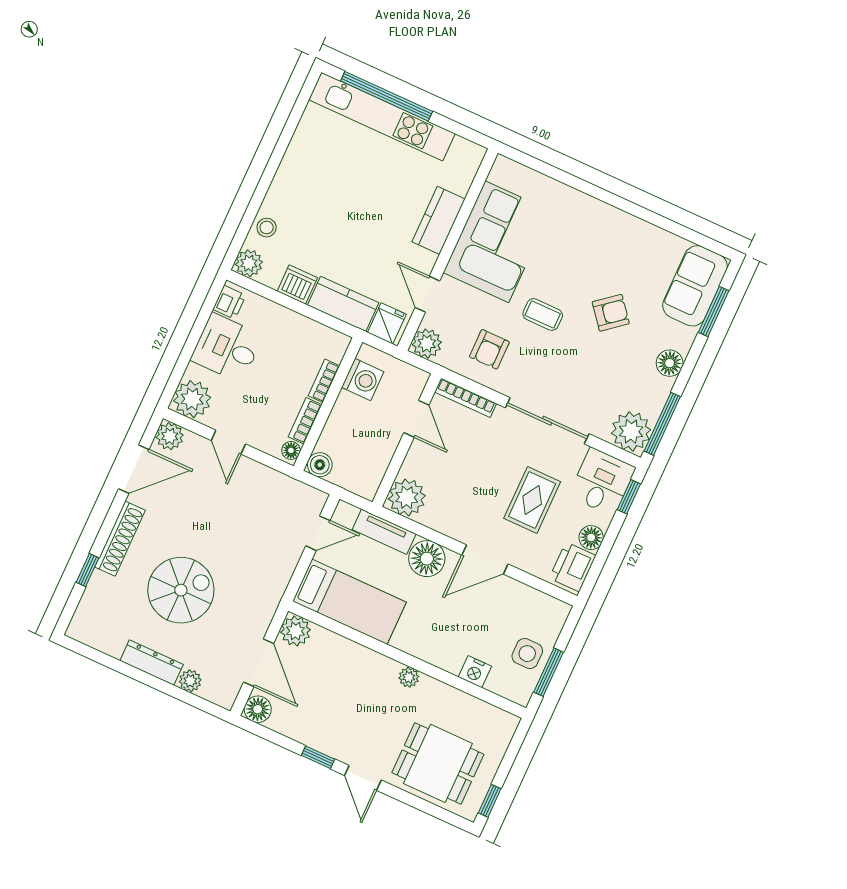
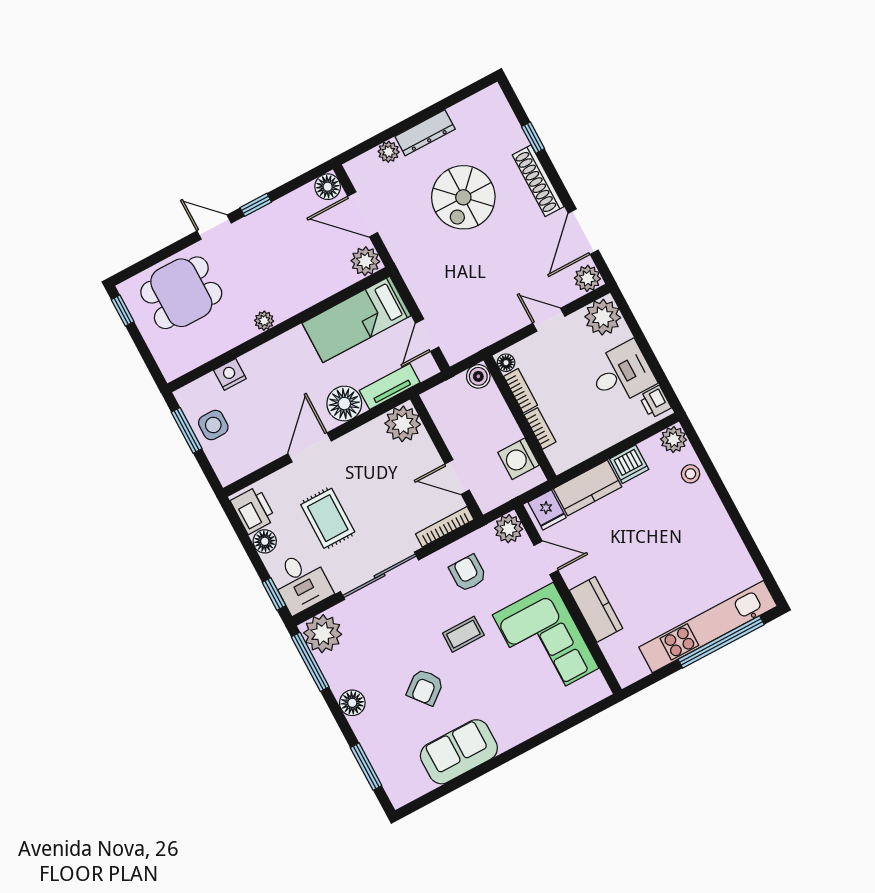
sofa: (695, 286) -> (459, 752), moved, turned -90

